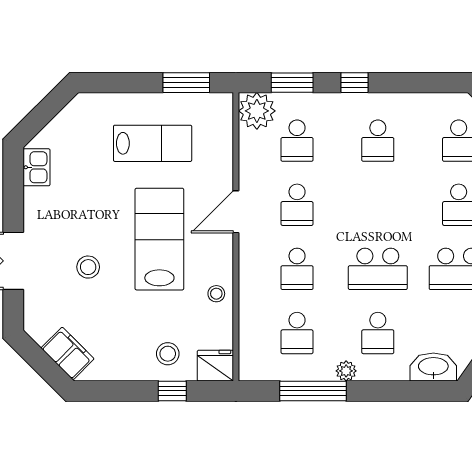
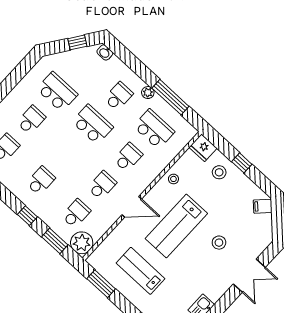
school desk: (297, 333) -> (154, 129), width x1.85
filing cabinet: (68, 353) -> (263, 206), width x0.50
washbasin: (433, 367) -> (105, 52), width x0.52, depth x0.69
window: (172, 391) -> (242, 163), moved

